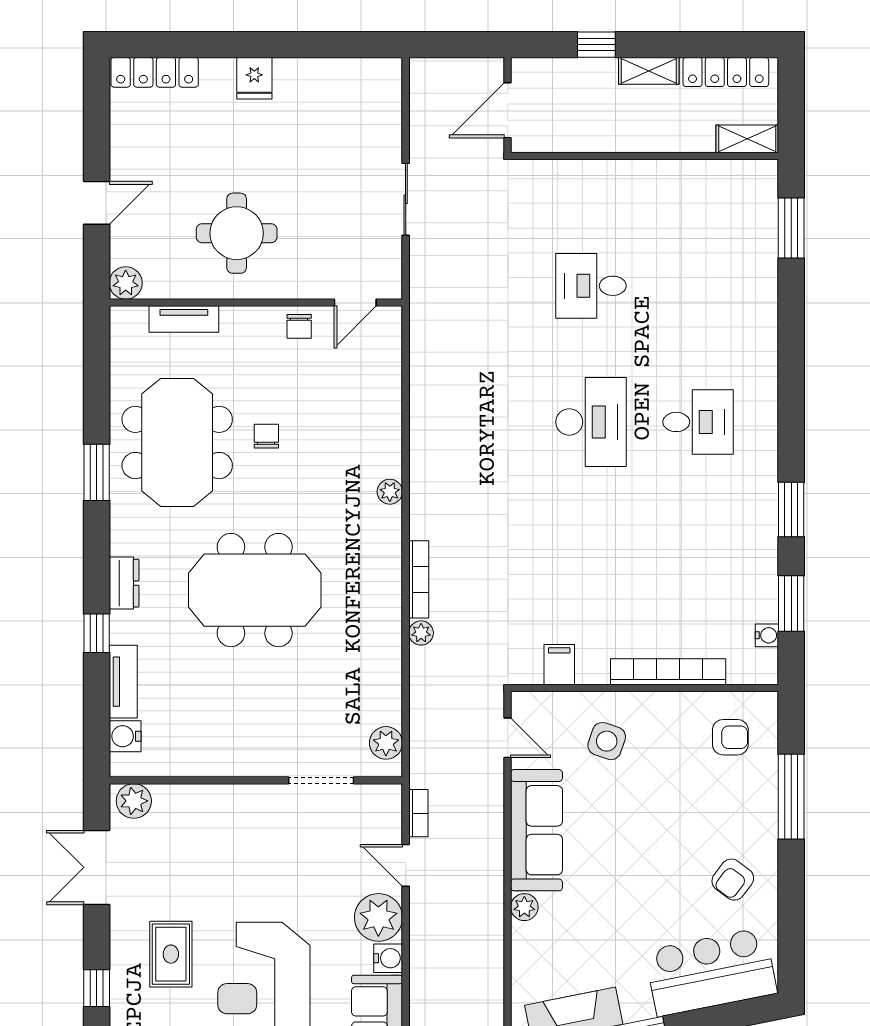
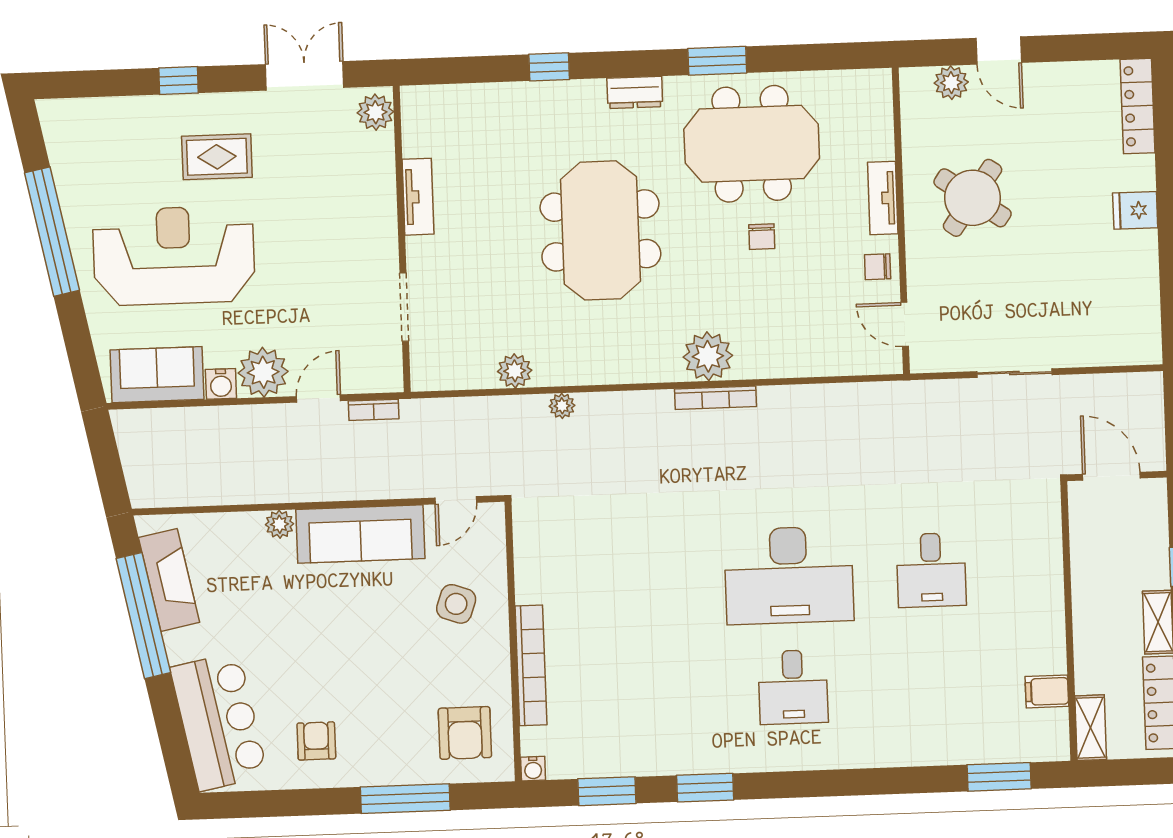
round table: (237, 233) -> (973, 198), turned 35
plant: (126, 283) -> (951, 83), moved
desk: (591, 286) -> (931, 570), turned 180
tv unit: (184, 319) -> (883, 198), moved
desk: (591, 422) -> (789, 575), width x1.36, depth x1.30
chair: (266, 436) -> (762, 237), turned 90
plant: (390, 492) -> (708, 356), width x1.87, depth x1.87
bookcase: (419, 579) -> (715, 398), moved
dresser: (124, 583) -> (635, 92), moved
water cooler: (767, 635) -> (533, 769), moved
filing cabinet: (559, 665) -> (1047, 691), moved, turned 180
tv unit: (123, 682) -> (418, 197), moved, turned -90
water cooler: (125, 736) -> (443, 101), removed
armchair: (730, 737) -> (465, 733), width x1.38, depth x1.38
plant: (386, 743) -> (515, 371), moved
armchair: (733, 880) -> (316, 741), turned 53

